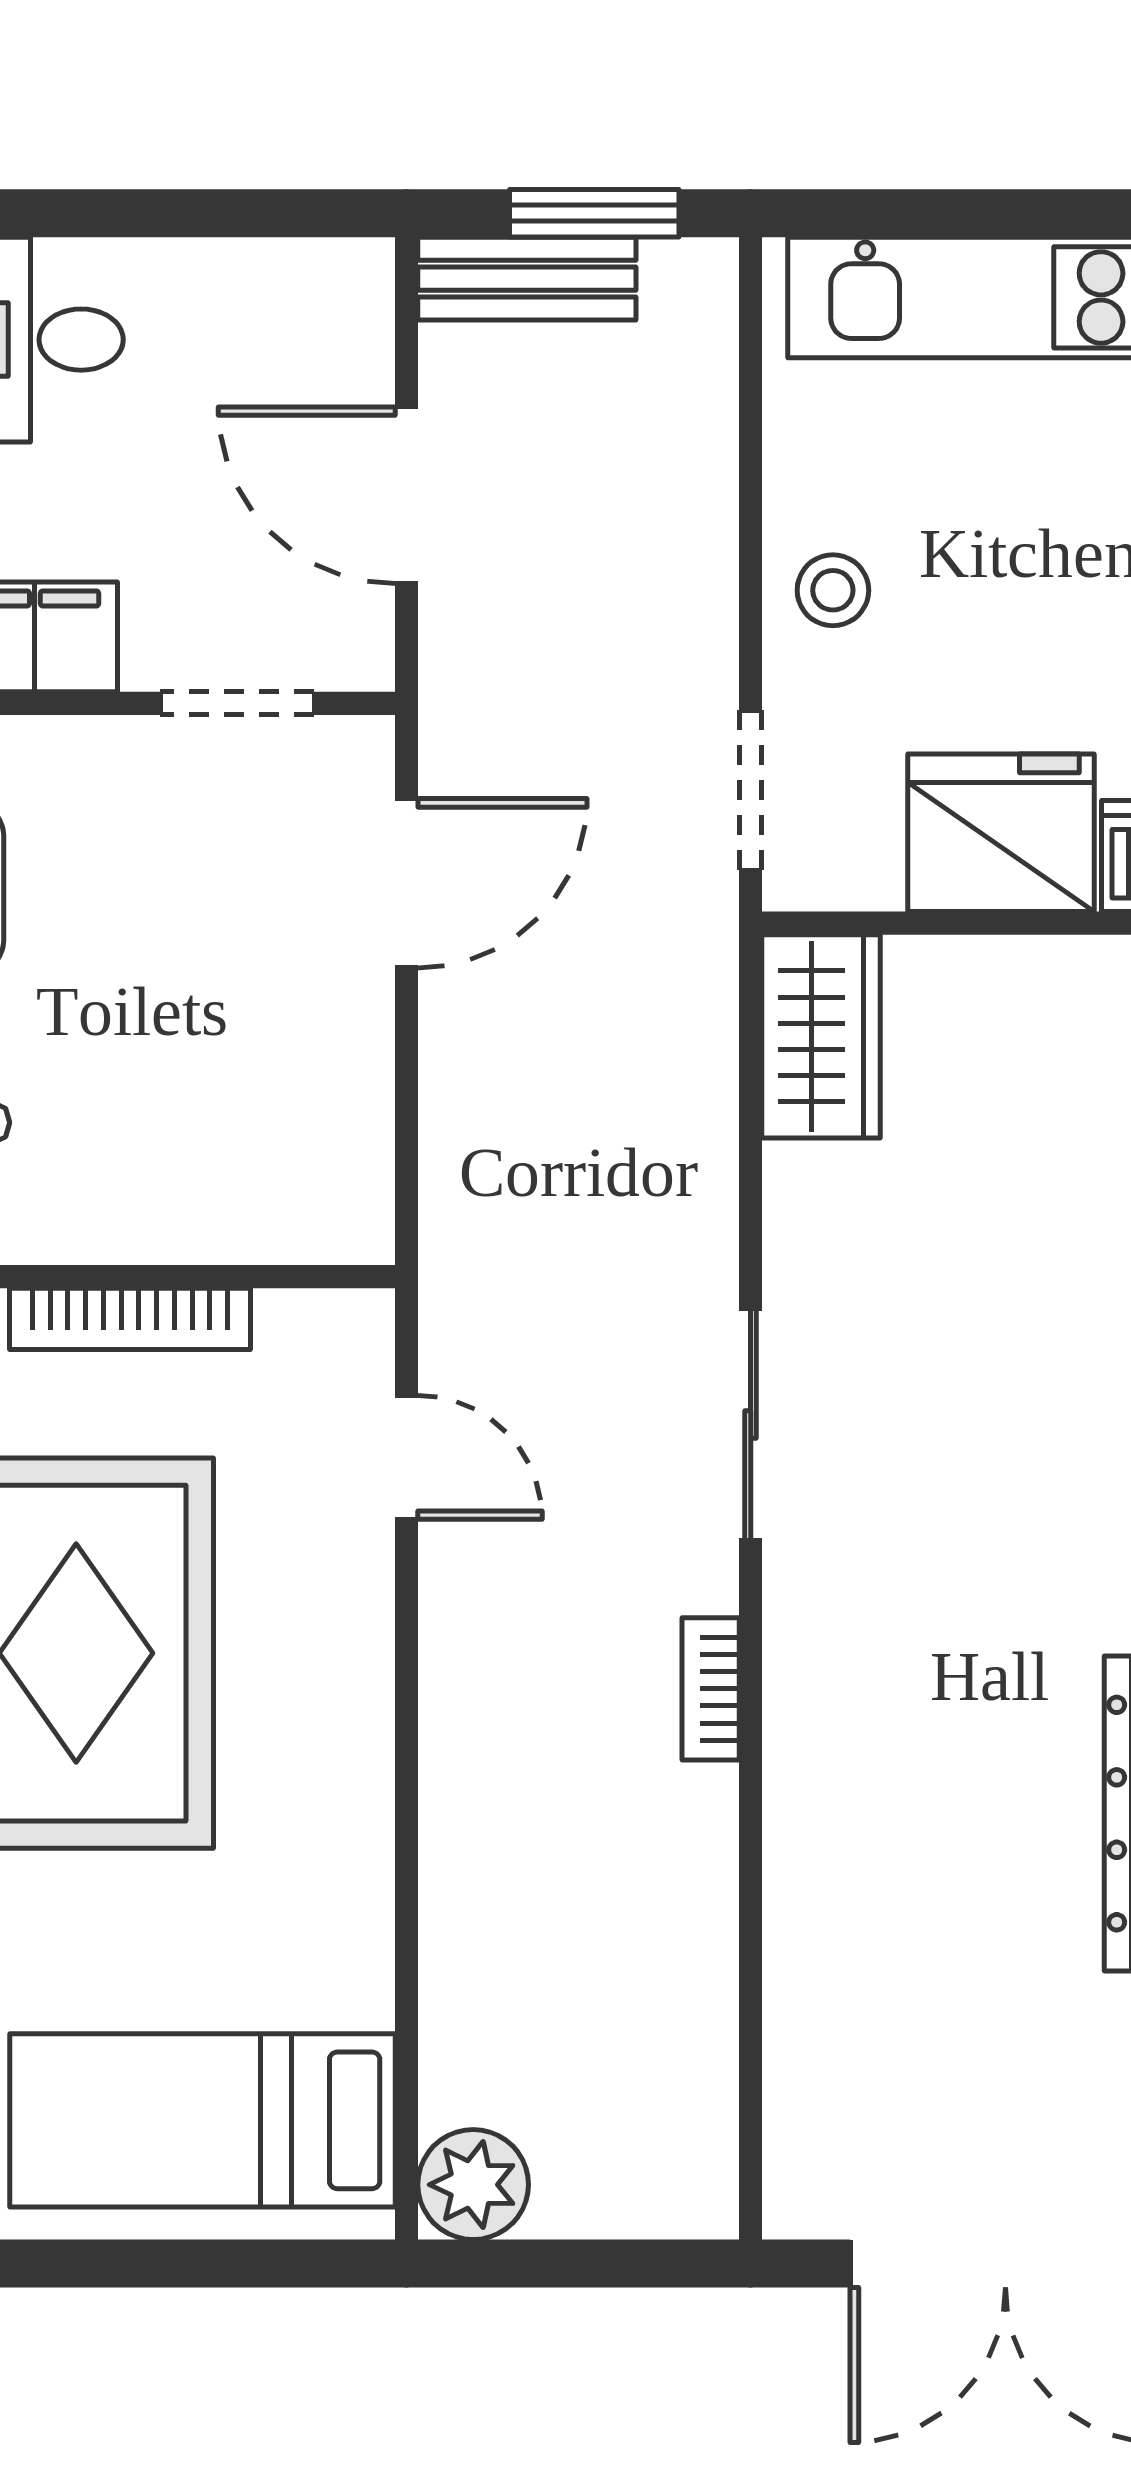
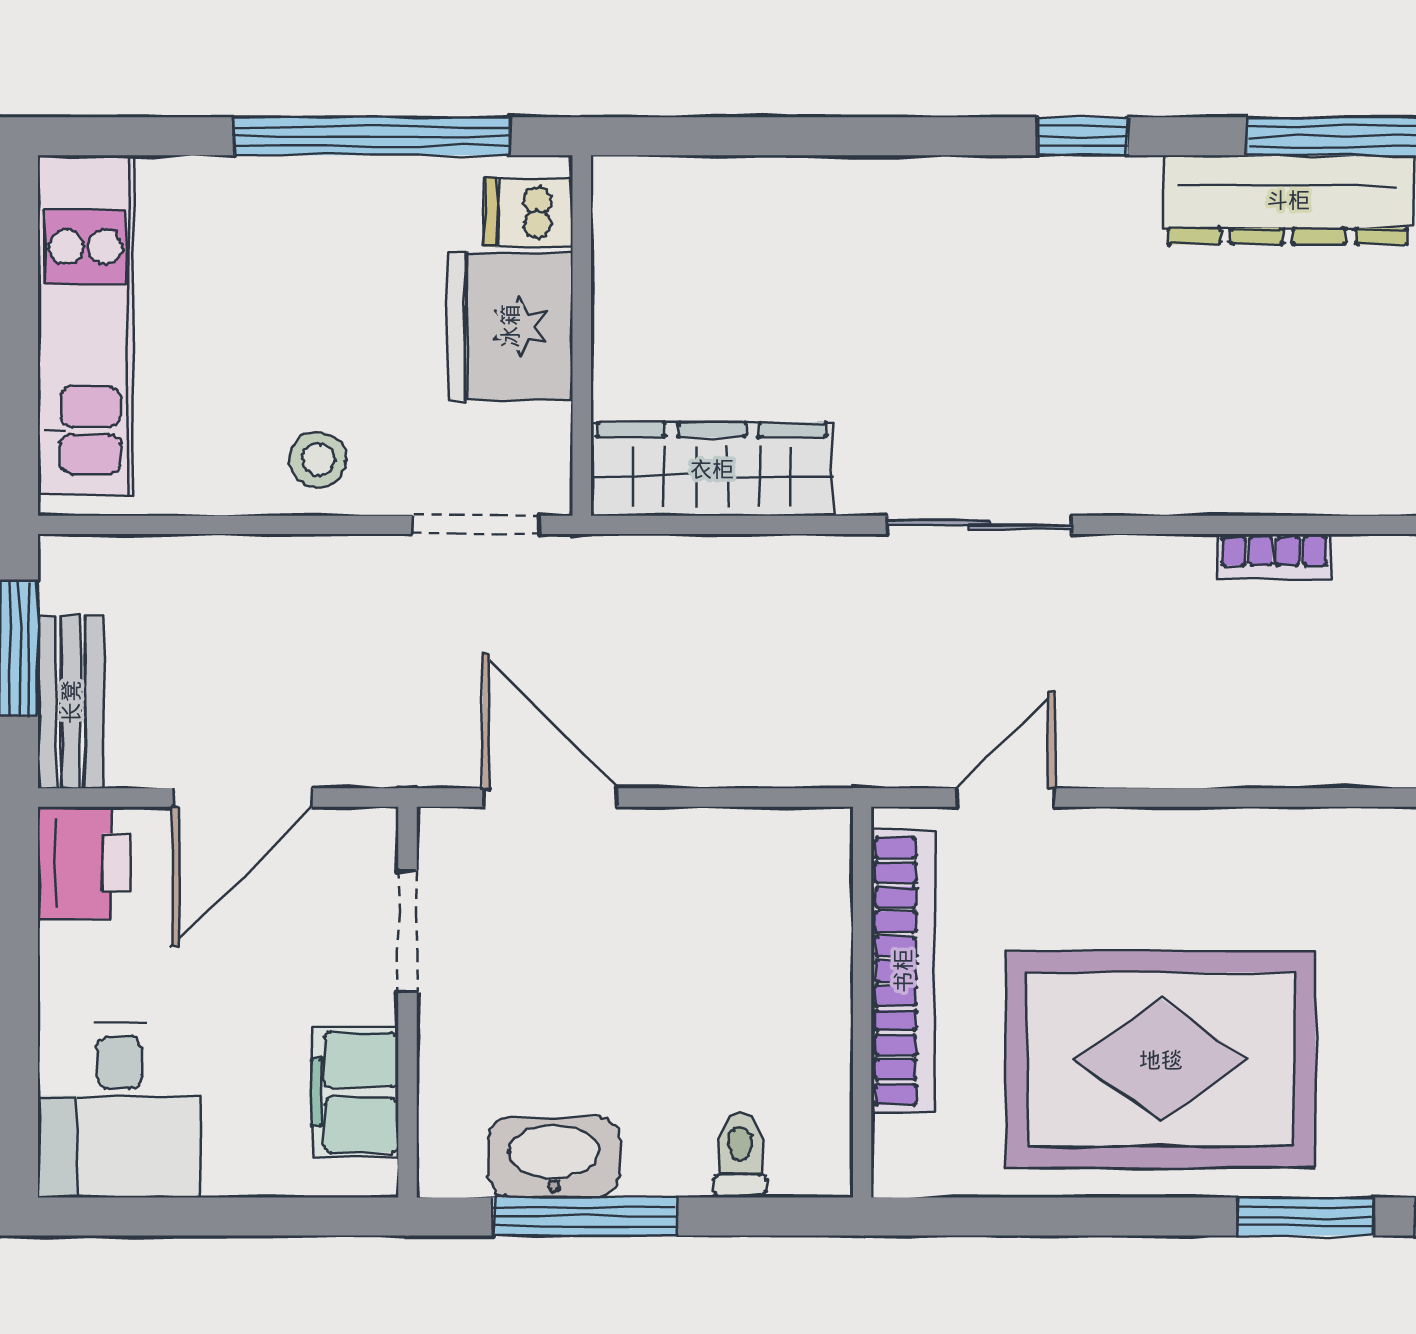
printer: (325, 295) -> (84, 863), added
wardrobe: (821, 1036) -> (712, 469), width x1.50
bookcase: (130, 1319) -> (903, 971), width x1.48, depth x1.31
bookcase: (711, 1689) -> (1274, 557), moved

